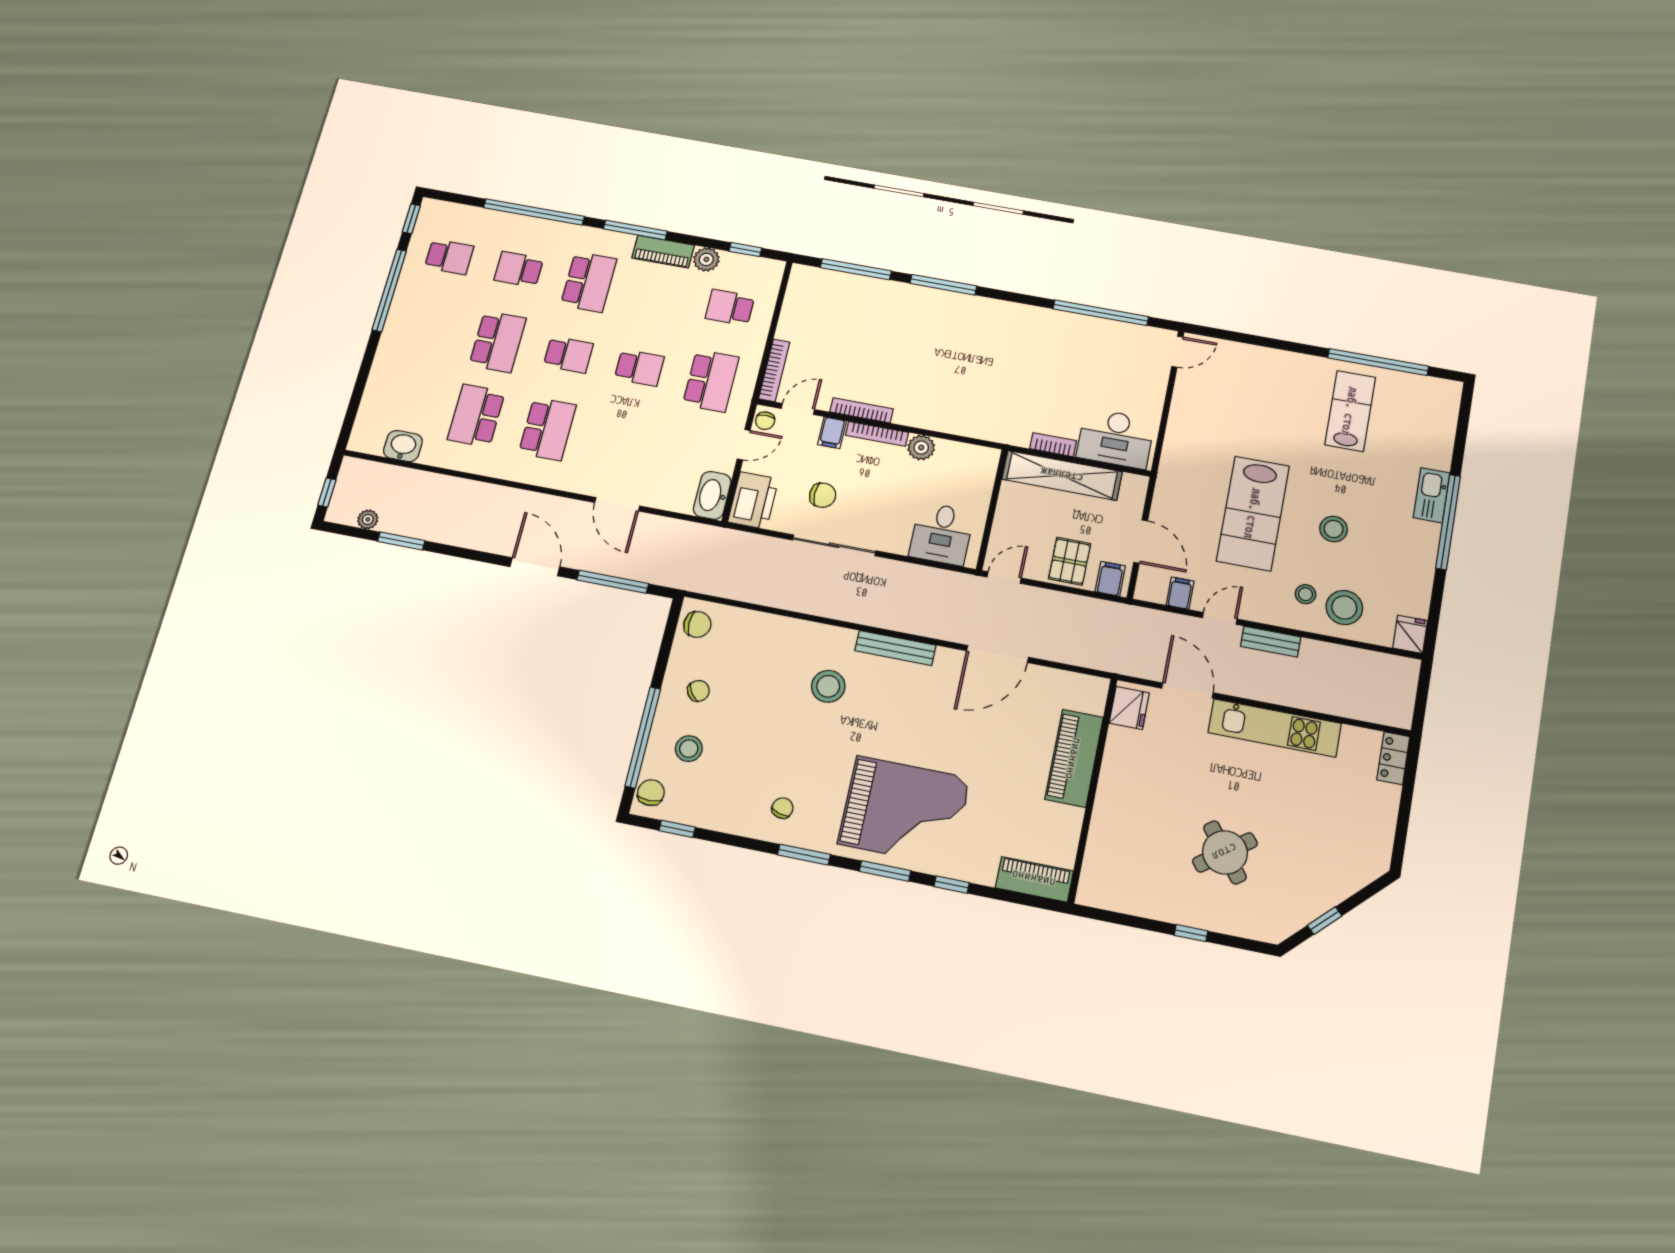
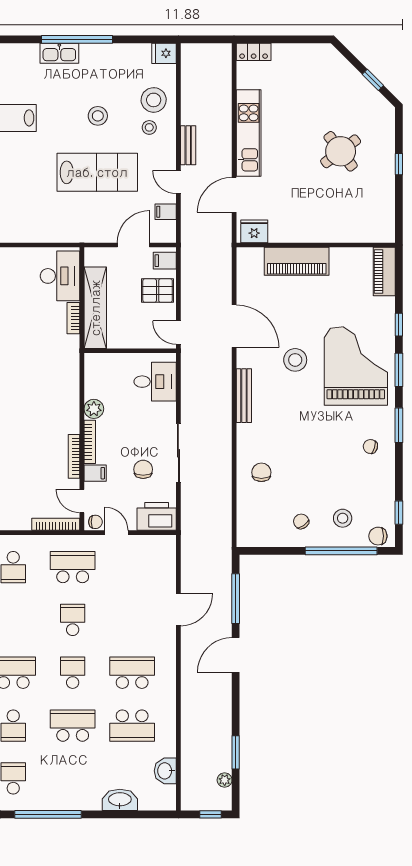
washbasin: (712, 495) -> (120, 800), moved, turned 180
chair: (697, 624) -> (261, 472), moved
stool: (828, 686) -> (295, 360), moved

